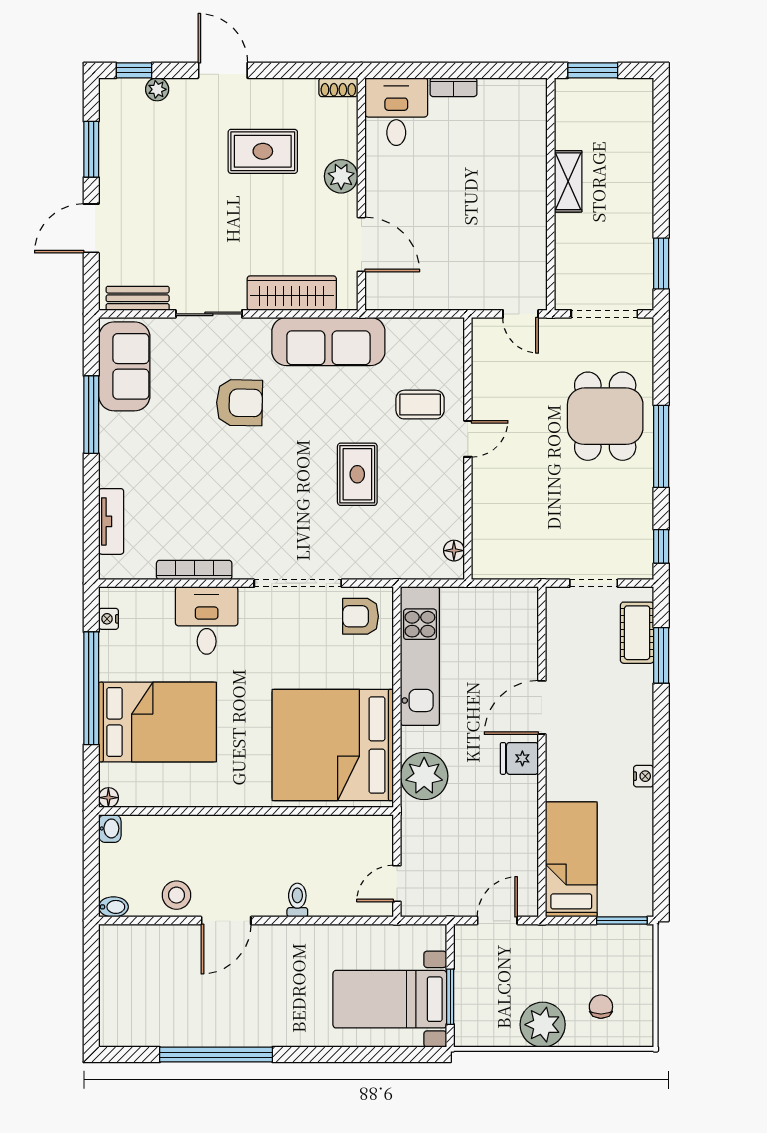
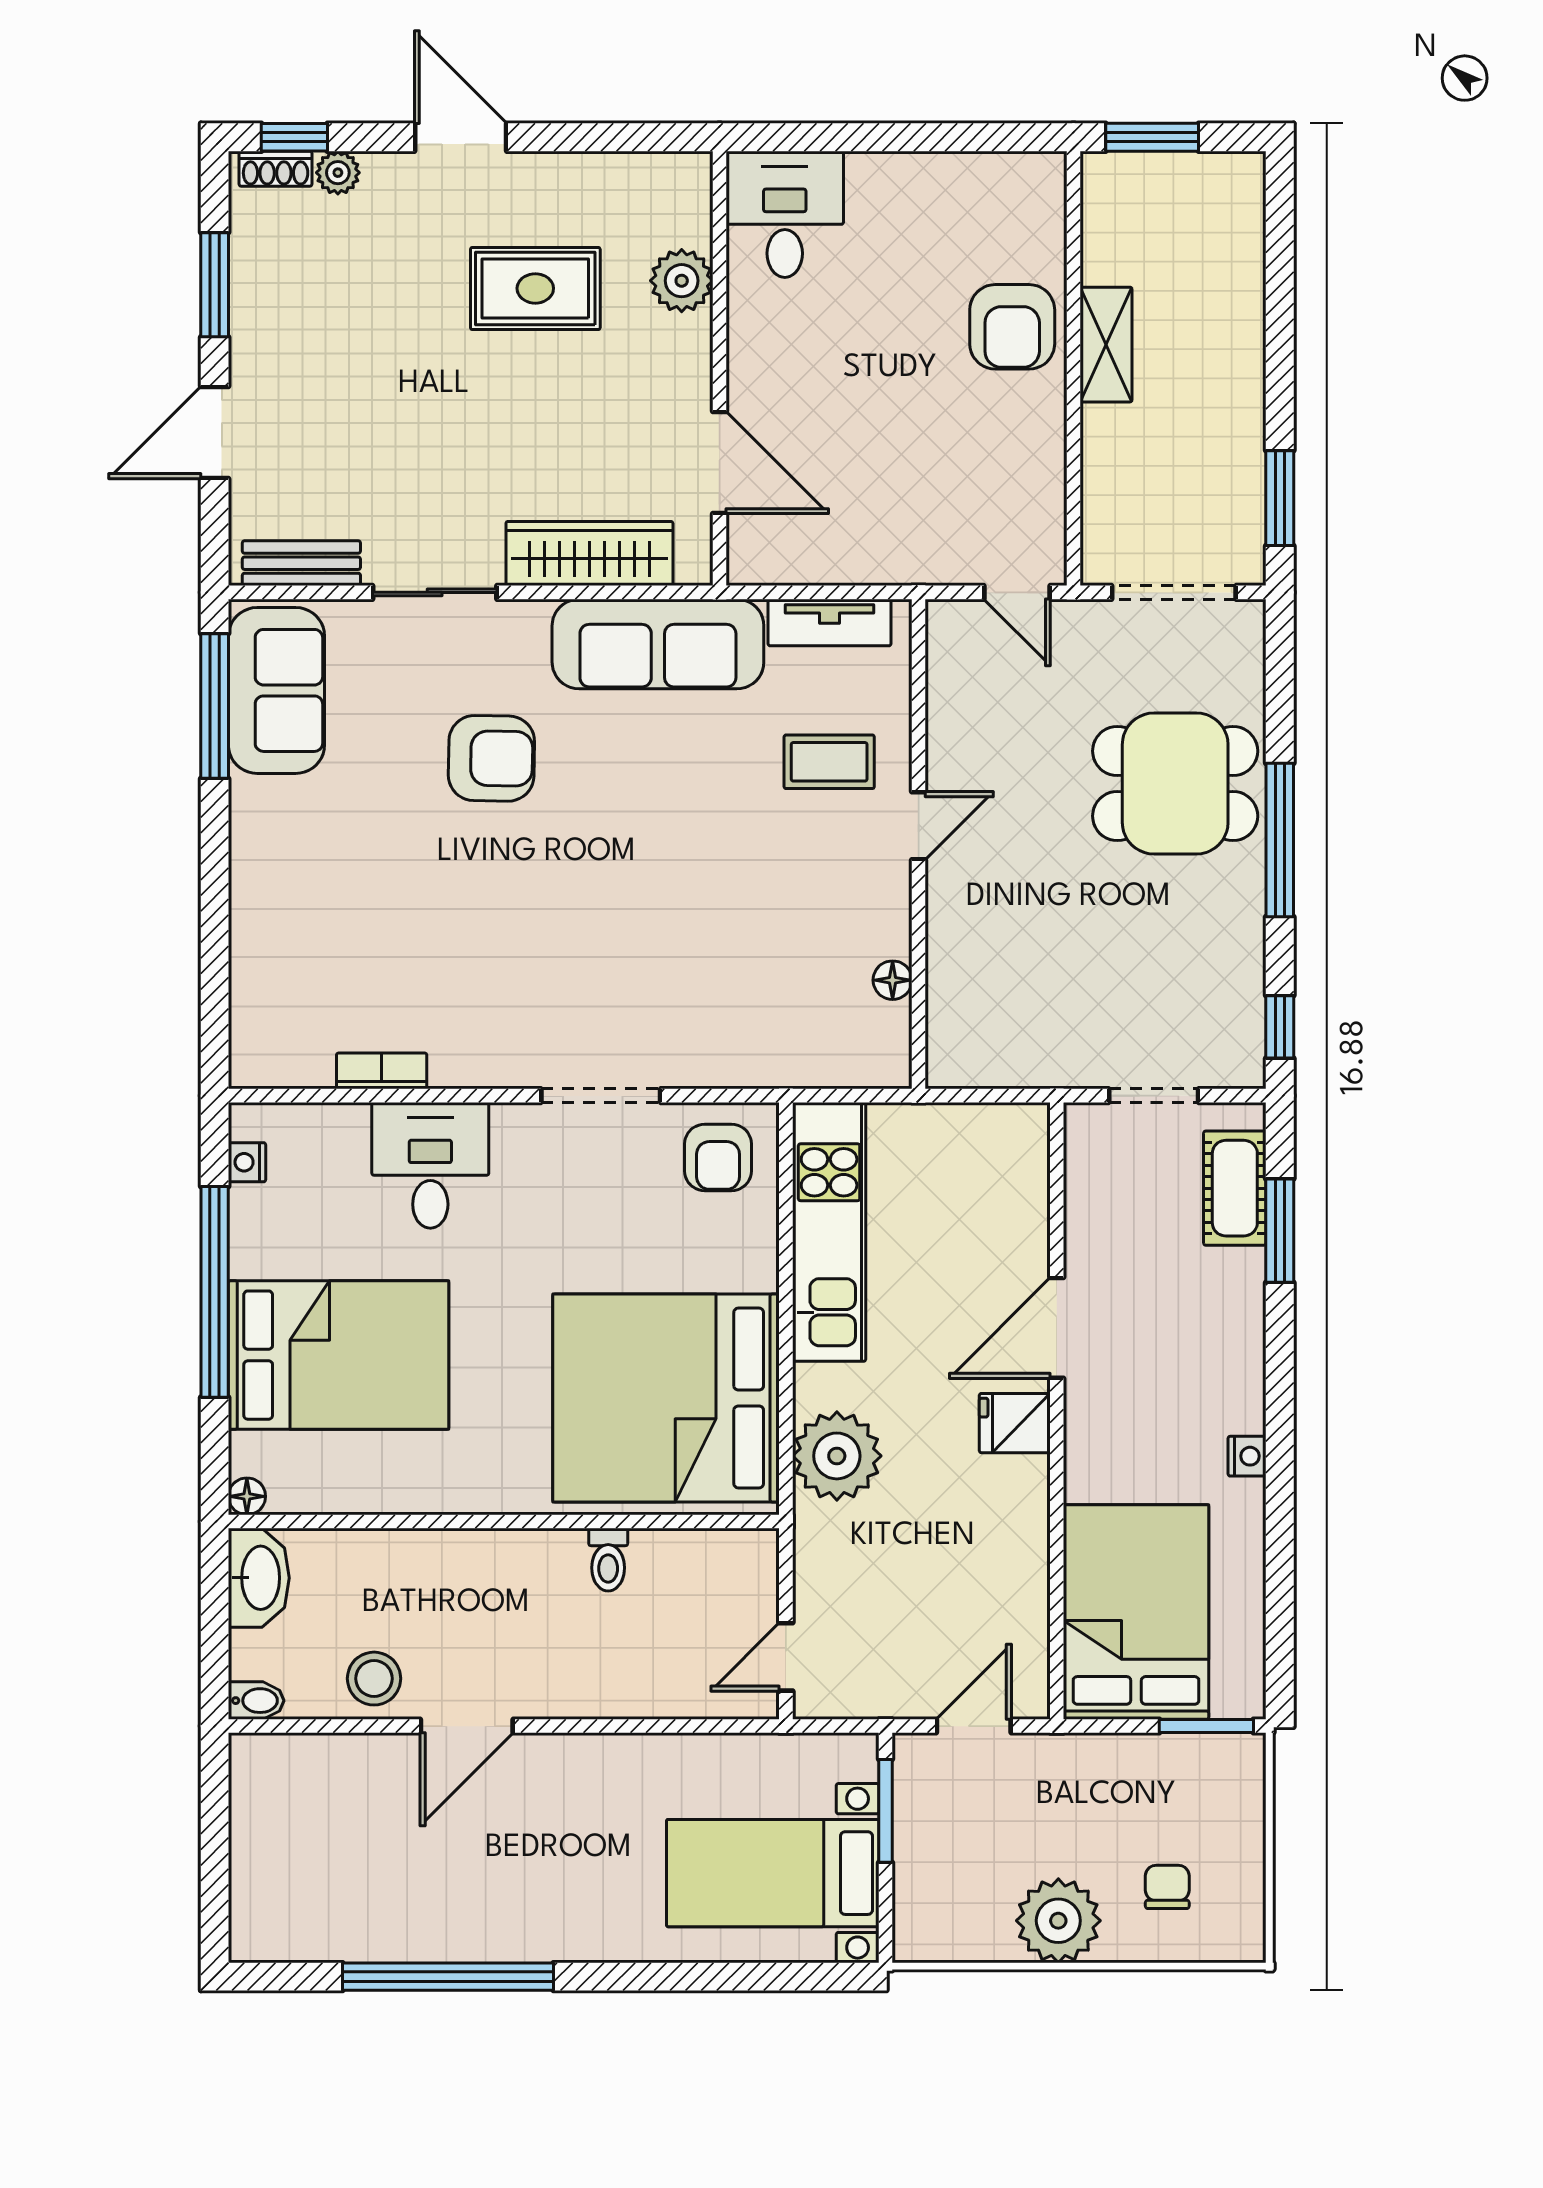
shoe rack: (338, 87) -> (276, 169), moved
bookcase: (453, 87) -> (892, 169), removed
armchair: (518, 172) -> (1012, 327), added
plant: (341, 176) -> (682, 281), moved
window: (91, 415) -> (215, 706), moved
dining table: (605, 416) -> (1175, 784), turned 90
rug: (357, 474) -> (712, 892), removed
tv unit: (111, 521) -> (830, 622), moved, turned 90
floor lamp: (454, 551) -> (893, 980), moved
bookcase: (194, 570) -> (382, 1071), width x0.64
doorway: (298, 583) -> (601, 1096), width x0.73
armchair: (361, 616) -> (718, 1157), turned -90
washbasin: (110, 828) -> (259, 1578), width x1.91, depth x1.45
bed: (571, 859) -> (1136, 1612), width x1.50
toilet: (297, 900) -> (608, 1560), moved, turned 180
window: (450, 997) -> (885, 1811), moved

